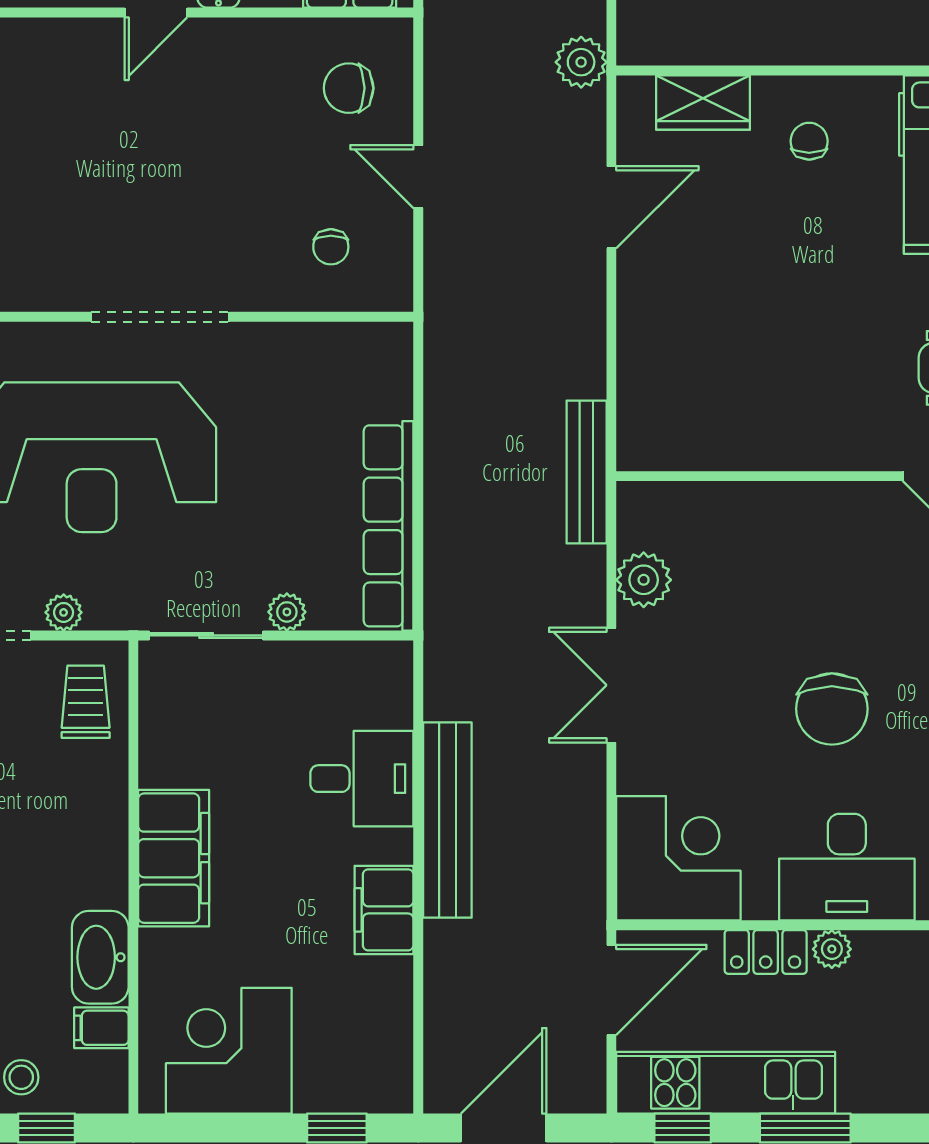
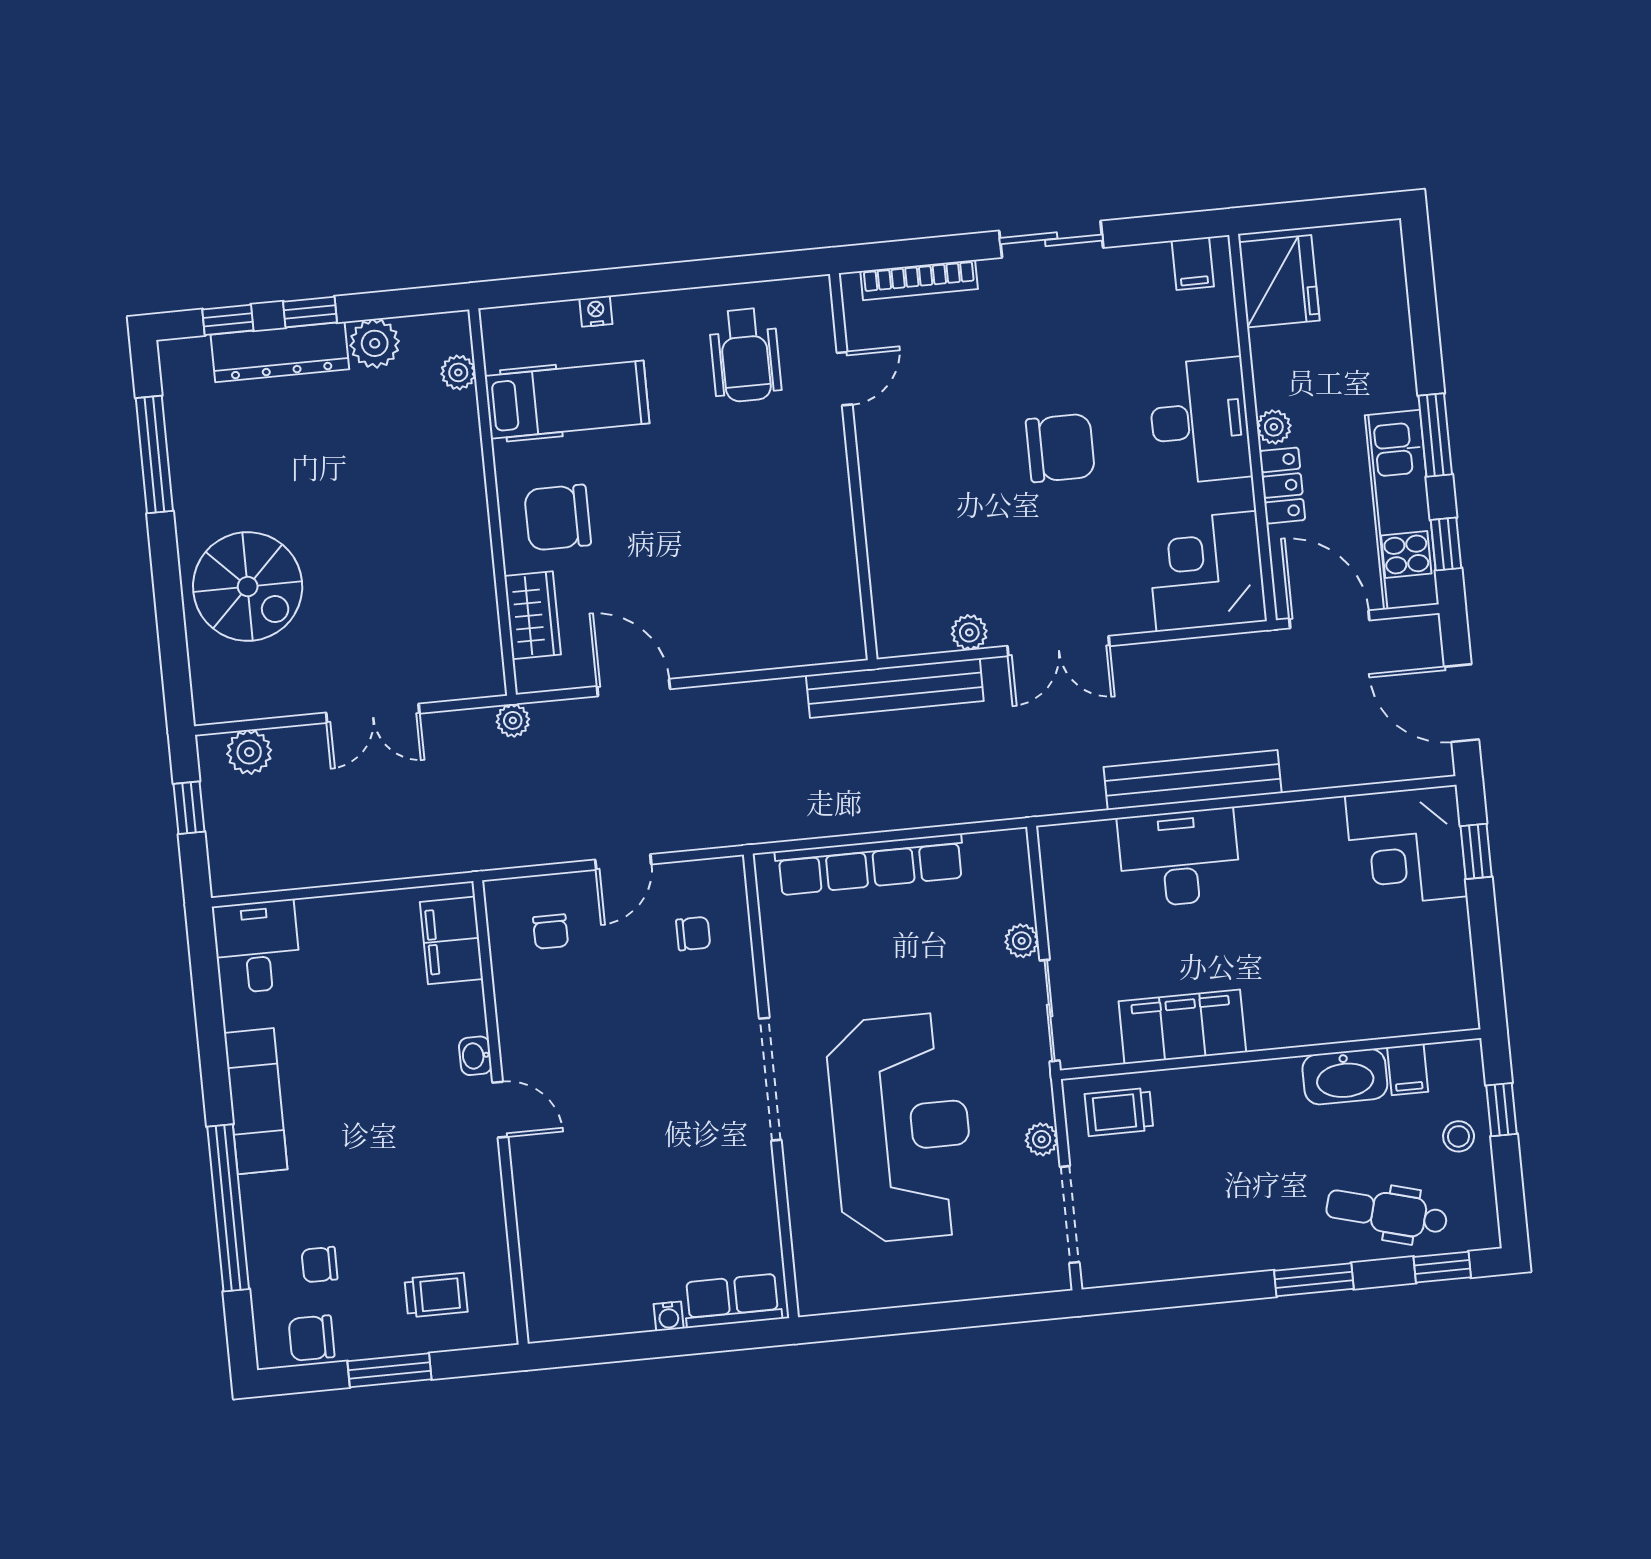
plant: (581, 62) -> (513, 720), width x0.73, depth x0.73
chair: (349, 88) -> (551, 932), width x0.73, depth x0.73
chair: (809, 141) -> (558, 518), width x1.87, depth x1.87
bench: (587, 472) -> (895, 688), width x1.37, depth x1.21
row of seats: (389, 526) -> (870, 864), moved
plant: (644, 580) -> (969, 632), width x0.73, depth x0.73
desk: (362, 779) -> (1179, 858), width x1.37
filing cabinet: (174, 858) -> (1182, 1027), moved
filing cabinet: (384, 910) -> (1278, 829), removed
corner desk: (229, 1051) -> (1406, 846), moved

